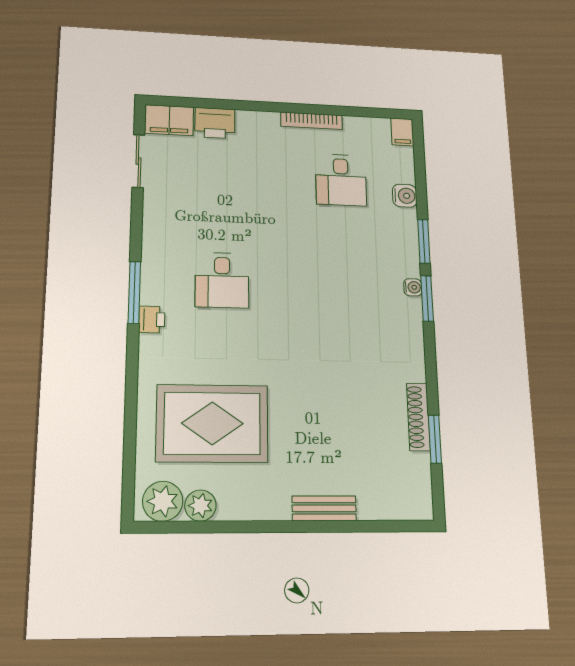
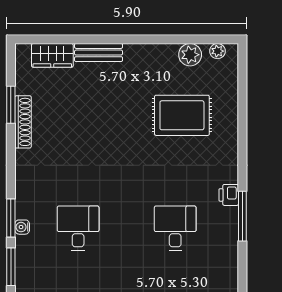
desk: (344, 284) -> (78, 228), added
rug: (212, 423) -> (182, 115), width x0.73, depth x0.69
plant: (163, 501) -> (217, 51), width x0.53, depth x0.53
wardrobe: (385, 504) -> (52, 55), added

